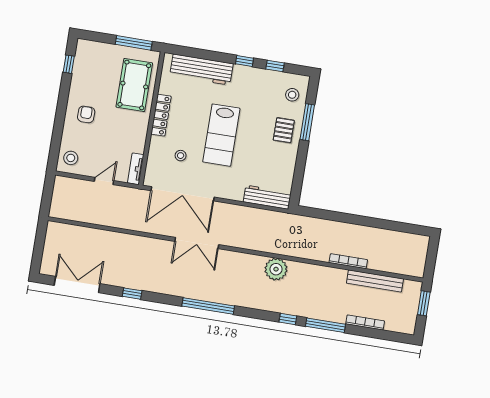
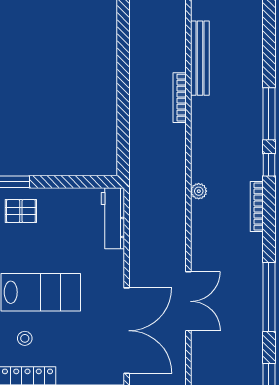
stool: (181, 156) -> (25, 338), moved
plant: (276, 269) -> (199, 191), width x0.53, depth x0.53
window: (208, 306) -> (269, 297), moved
bookcase: (365, 322) -> (257, 207), moved

